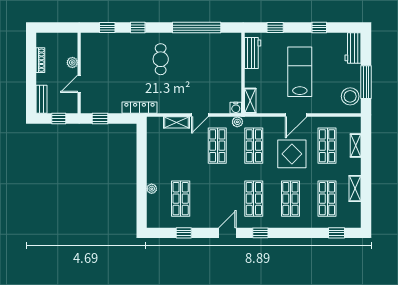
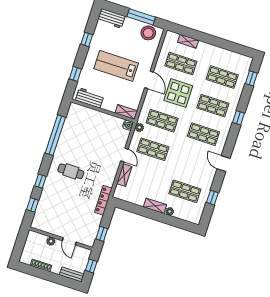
shelving: (355, 189) -> (155, 206), moved
window: (260, 233) -> (238, 118), moved

